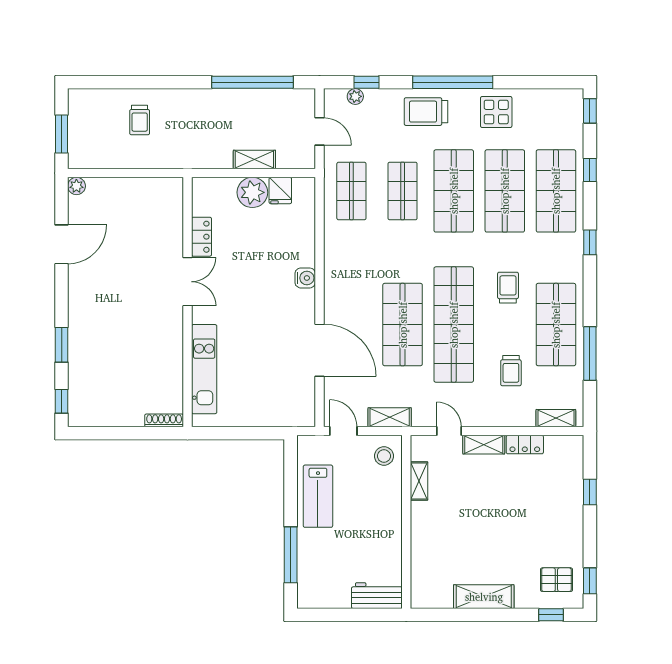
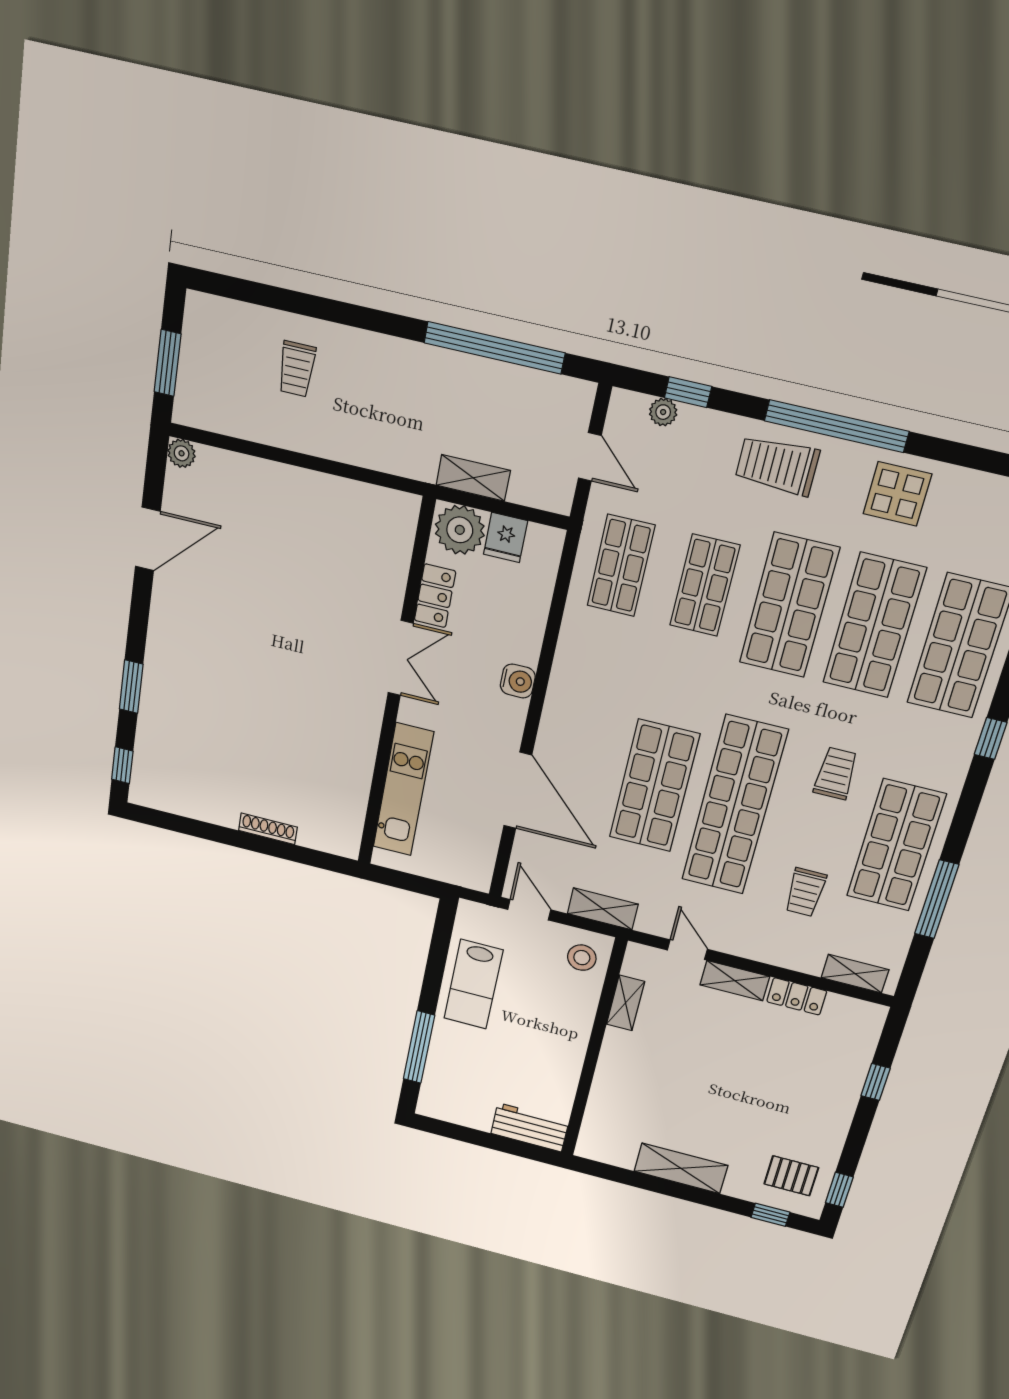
locker: (201, 237) -> (435, 596), moved
double door: (187, 282) -> (401, 658), moved
wall: (187, 302) -> (395, 688), moved
kitchen unit: (204, 369) -> (403, 790), moved

